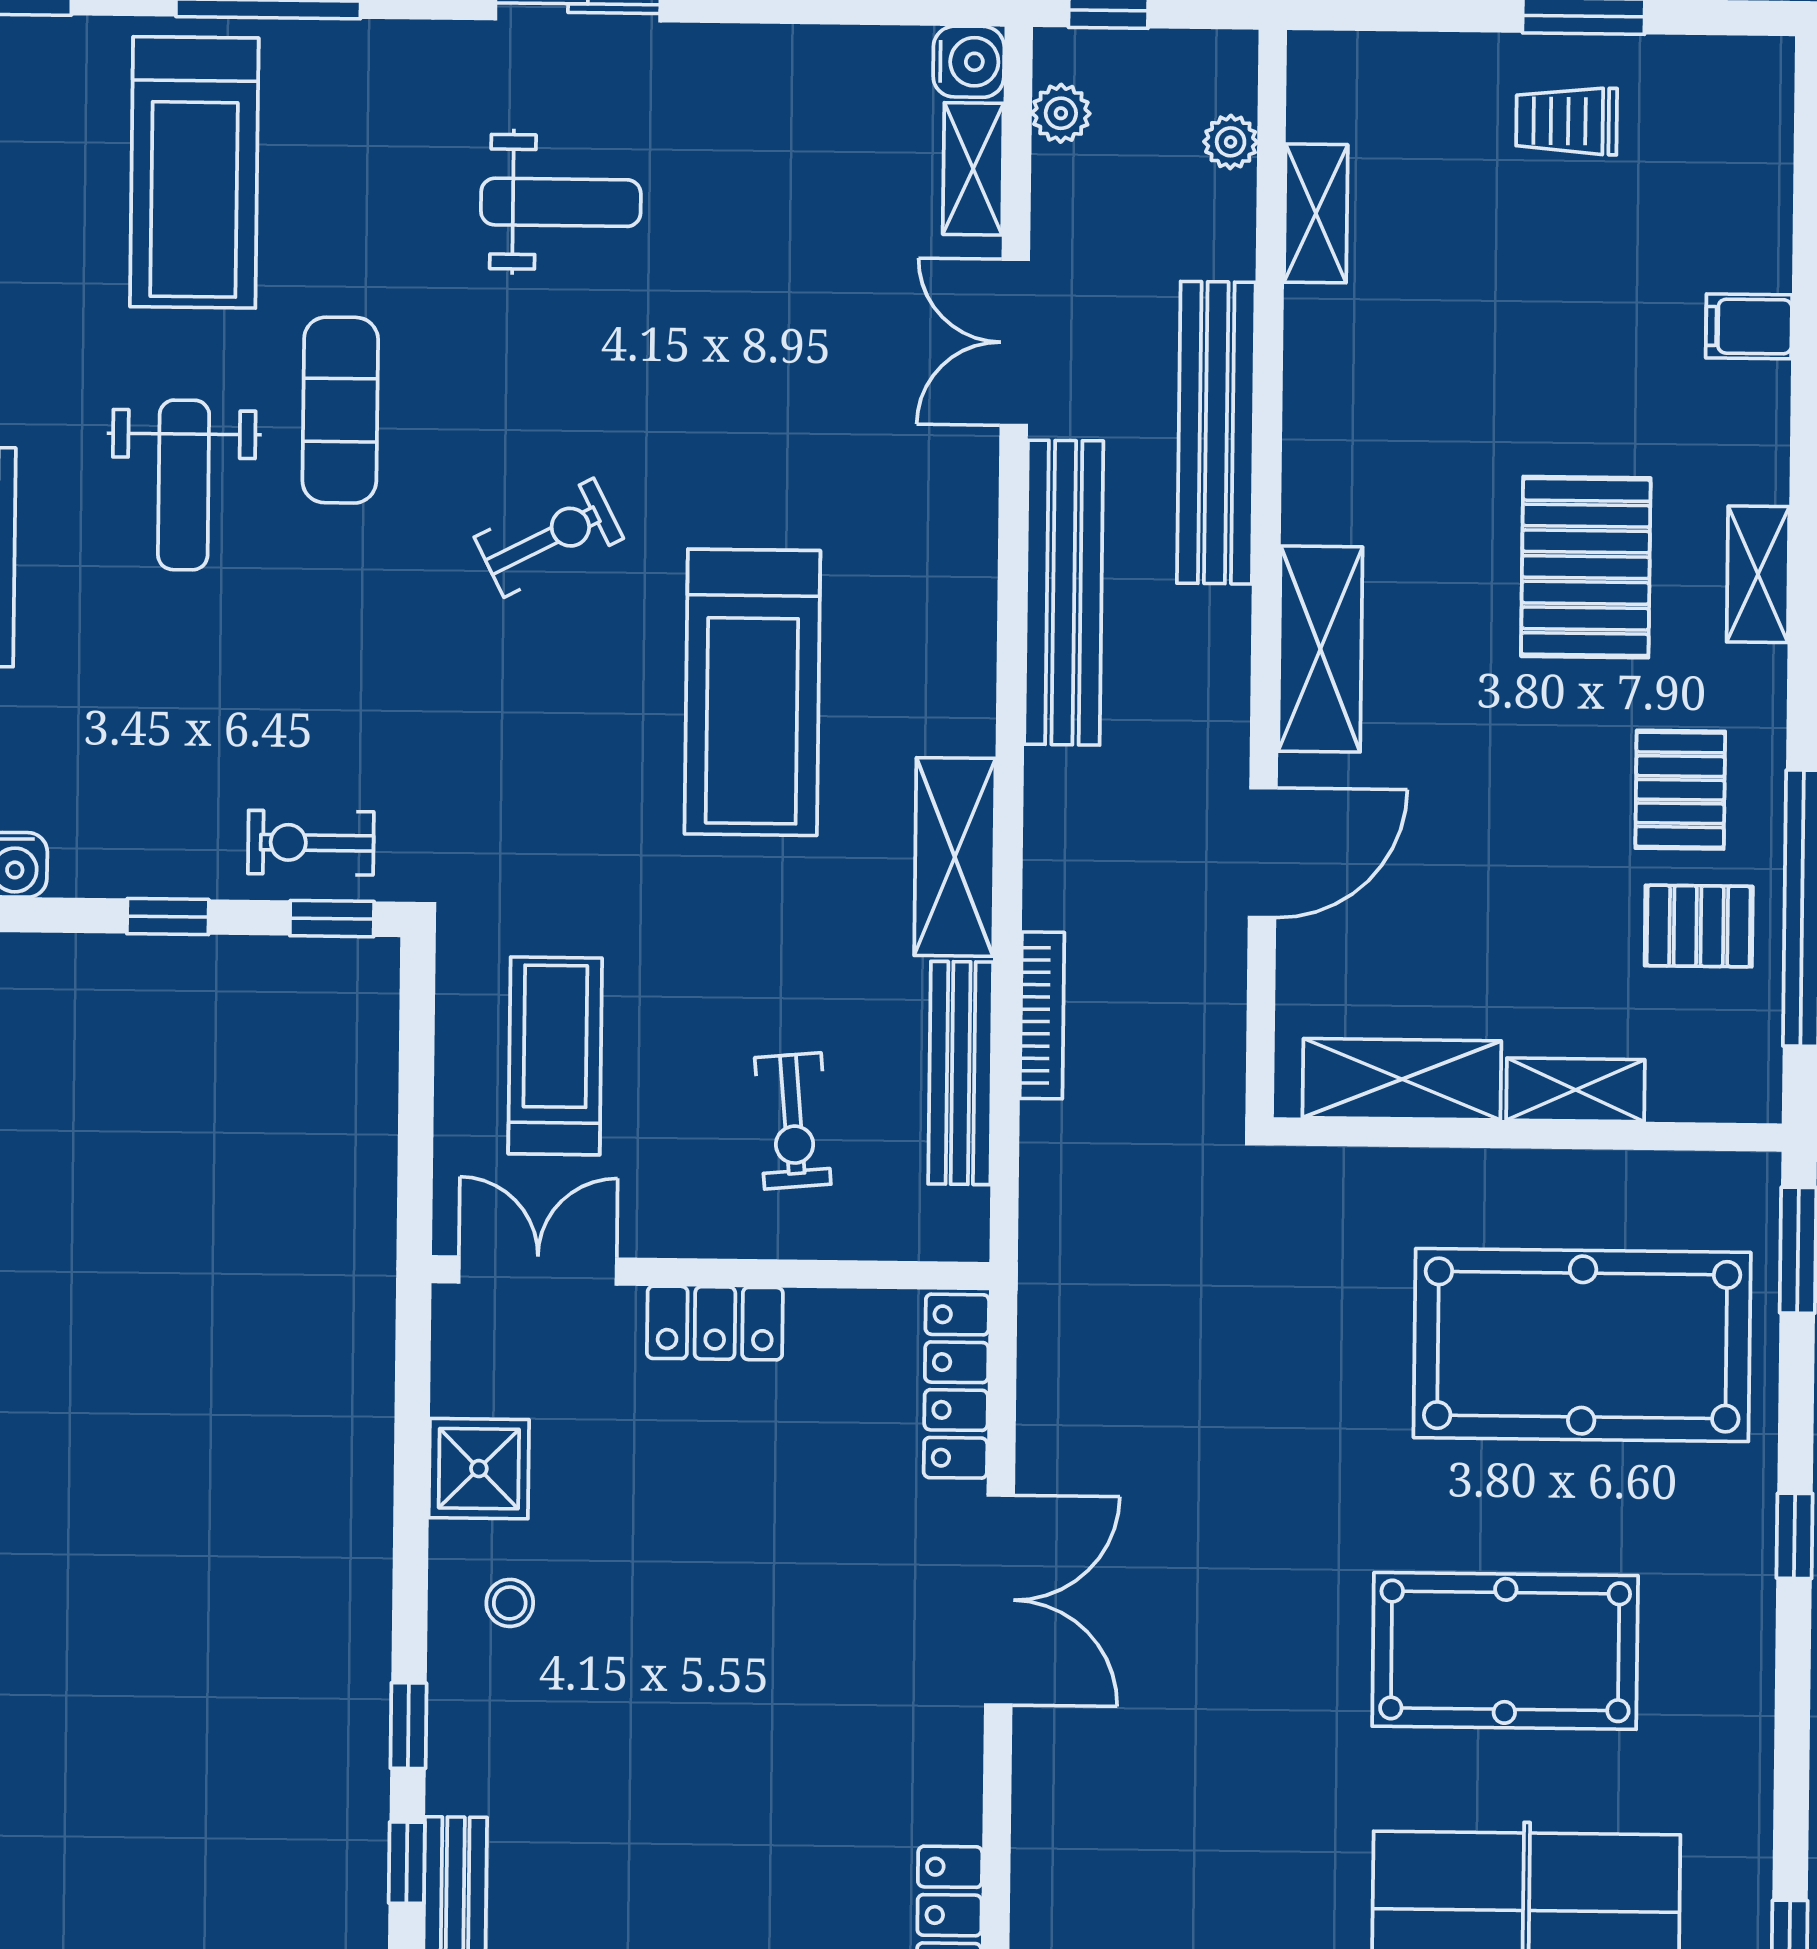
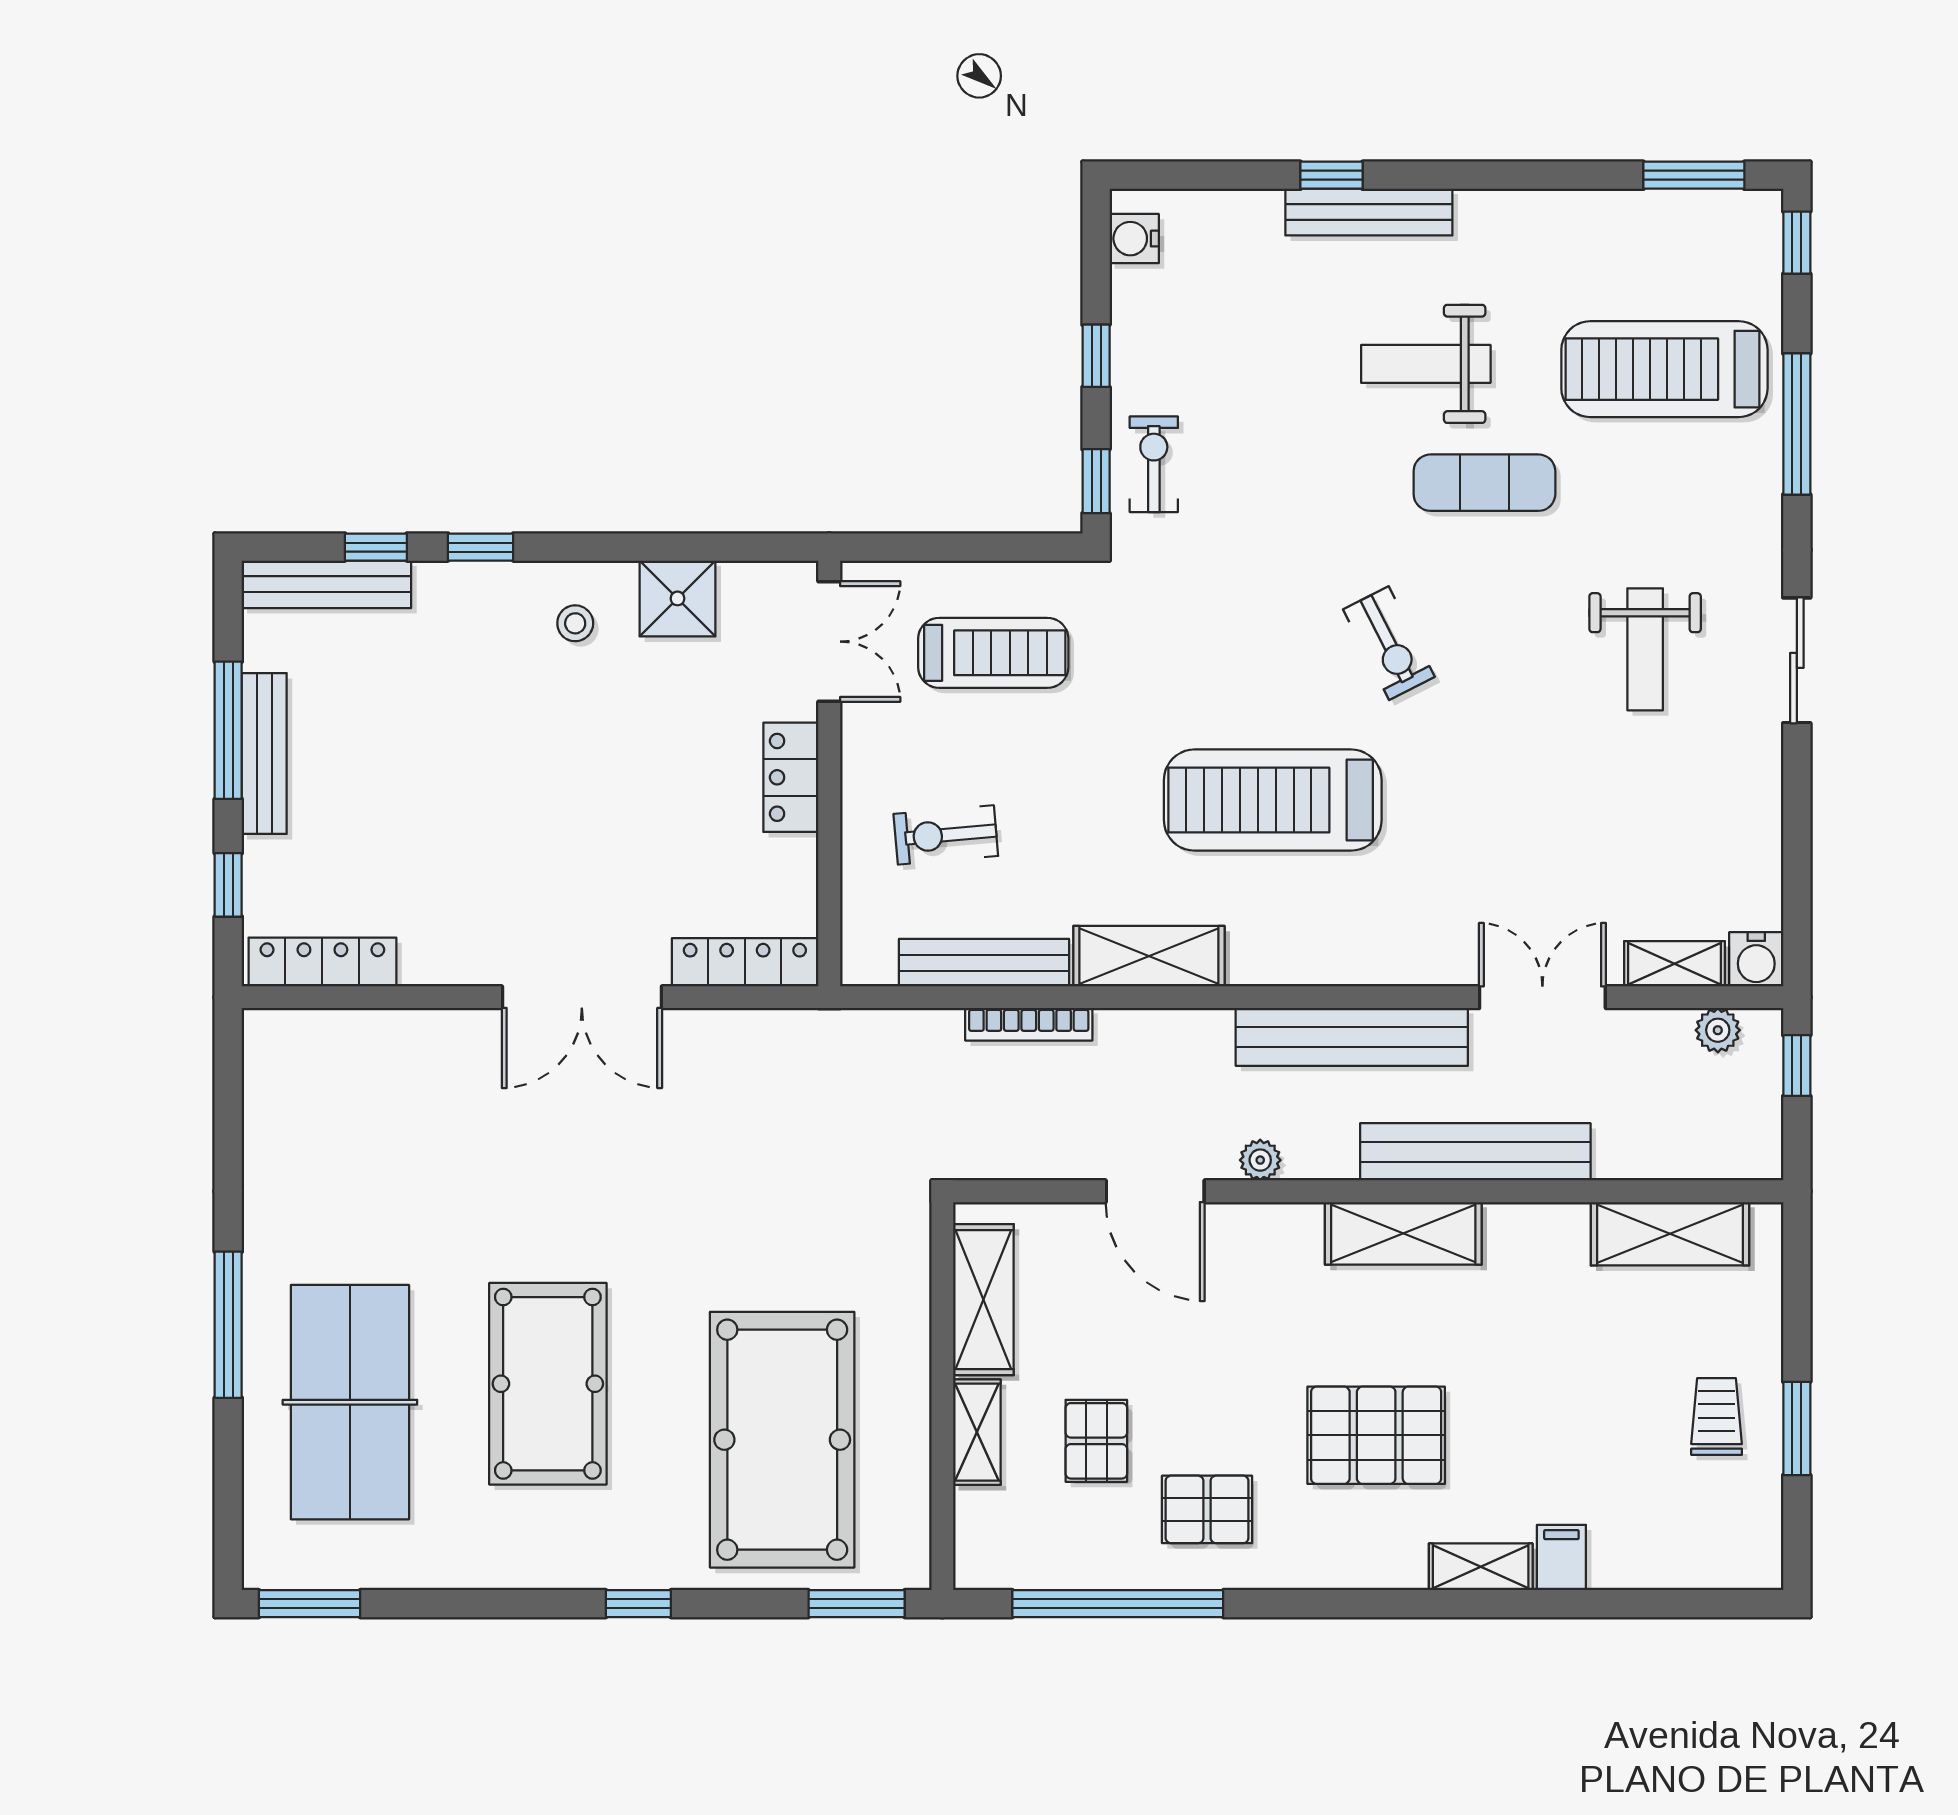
plant: (1231, 142) -> (1260, 1160), moved
shelving: (1316, 213) -> (1670, 1234), width x1.50, depth x1.33
shelving: (1758, 574) -> (1481, 1567), moved
shelving: (1320, 649) -> (1403, 1233), moved
pallet: (1699, 926) -> (1096, 1441), moved

